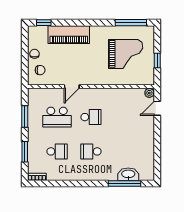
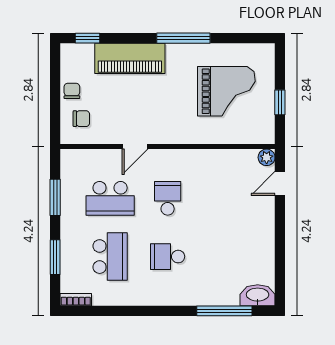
window: (131, 23) -> (183, 38), moved
school desk: (91, 117) -> (168, 198), turned -90
school desk: (57, 151) -> (110, 257), width x1.85
washbasin: (128, 174) -> (258, 295), moved

